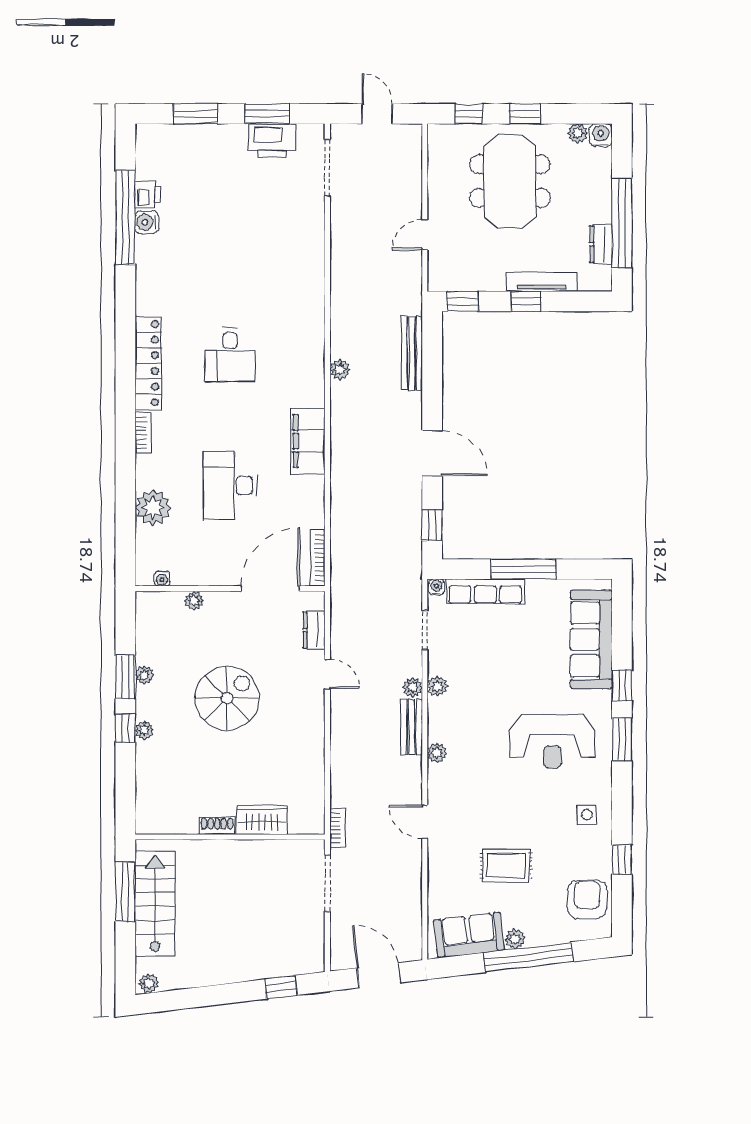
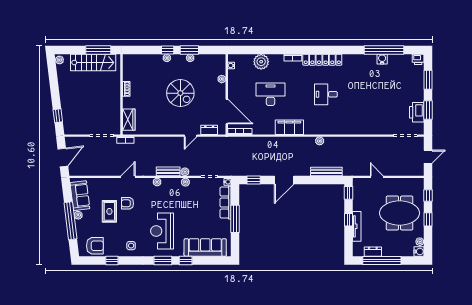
printer: (147, 195) -> (418, 59), moved
wardrobe: (262, 820) -> (129, 120), moved
armchair: (487, 823) -> (128, 203), added

